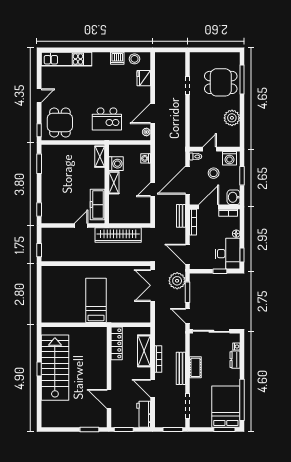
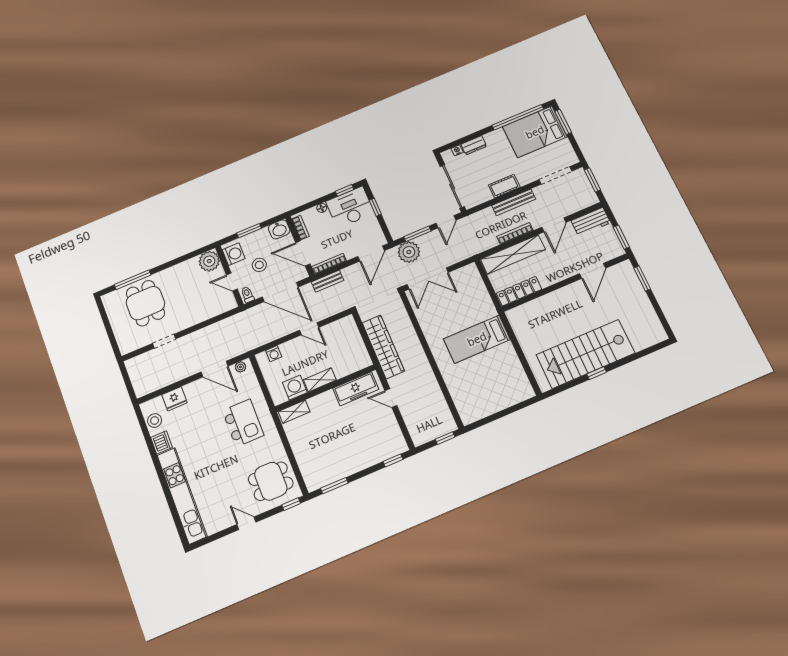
kitchen unit: (66, 59) -> (182, 496), width x1.36
plant: (232, 118) -> (209, 261), moved
shelving: (144, 351) -> (513, 254), width x1.47

